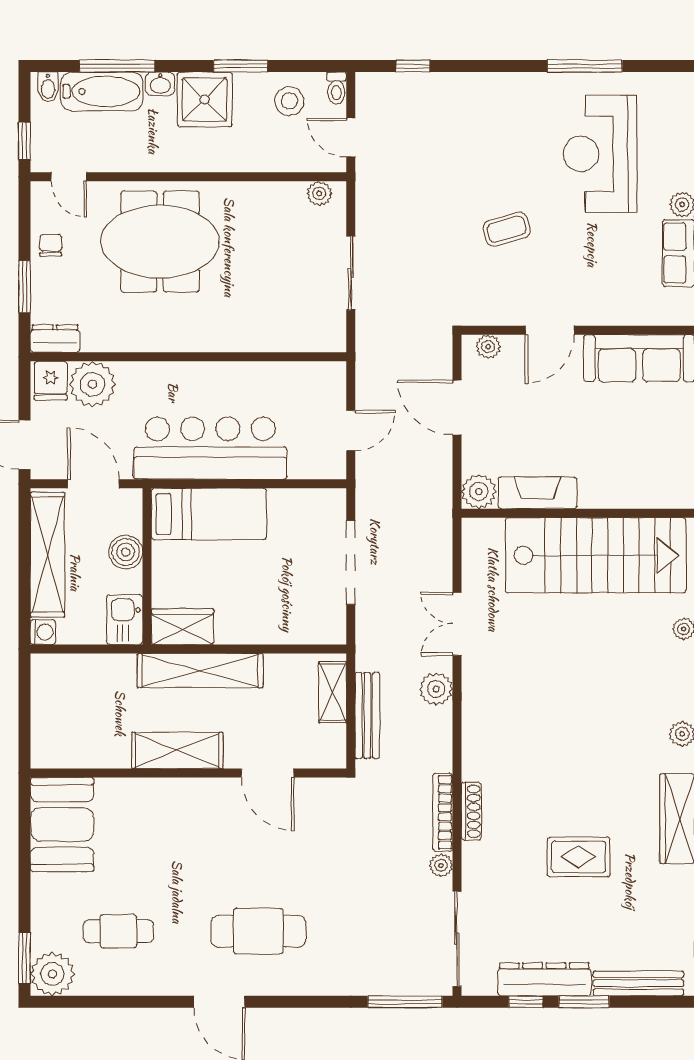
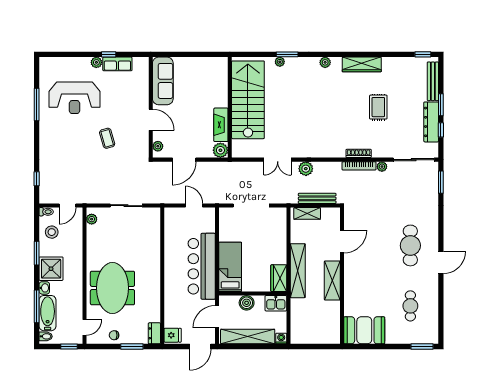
plant: (92, 384) -> (174, 317), removed
plant: (52, 974) -> (429, 334), removed
window: (405, 1002) -> (441, 182), width x0.69

